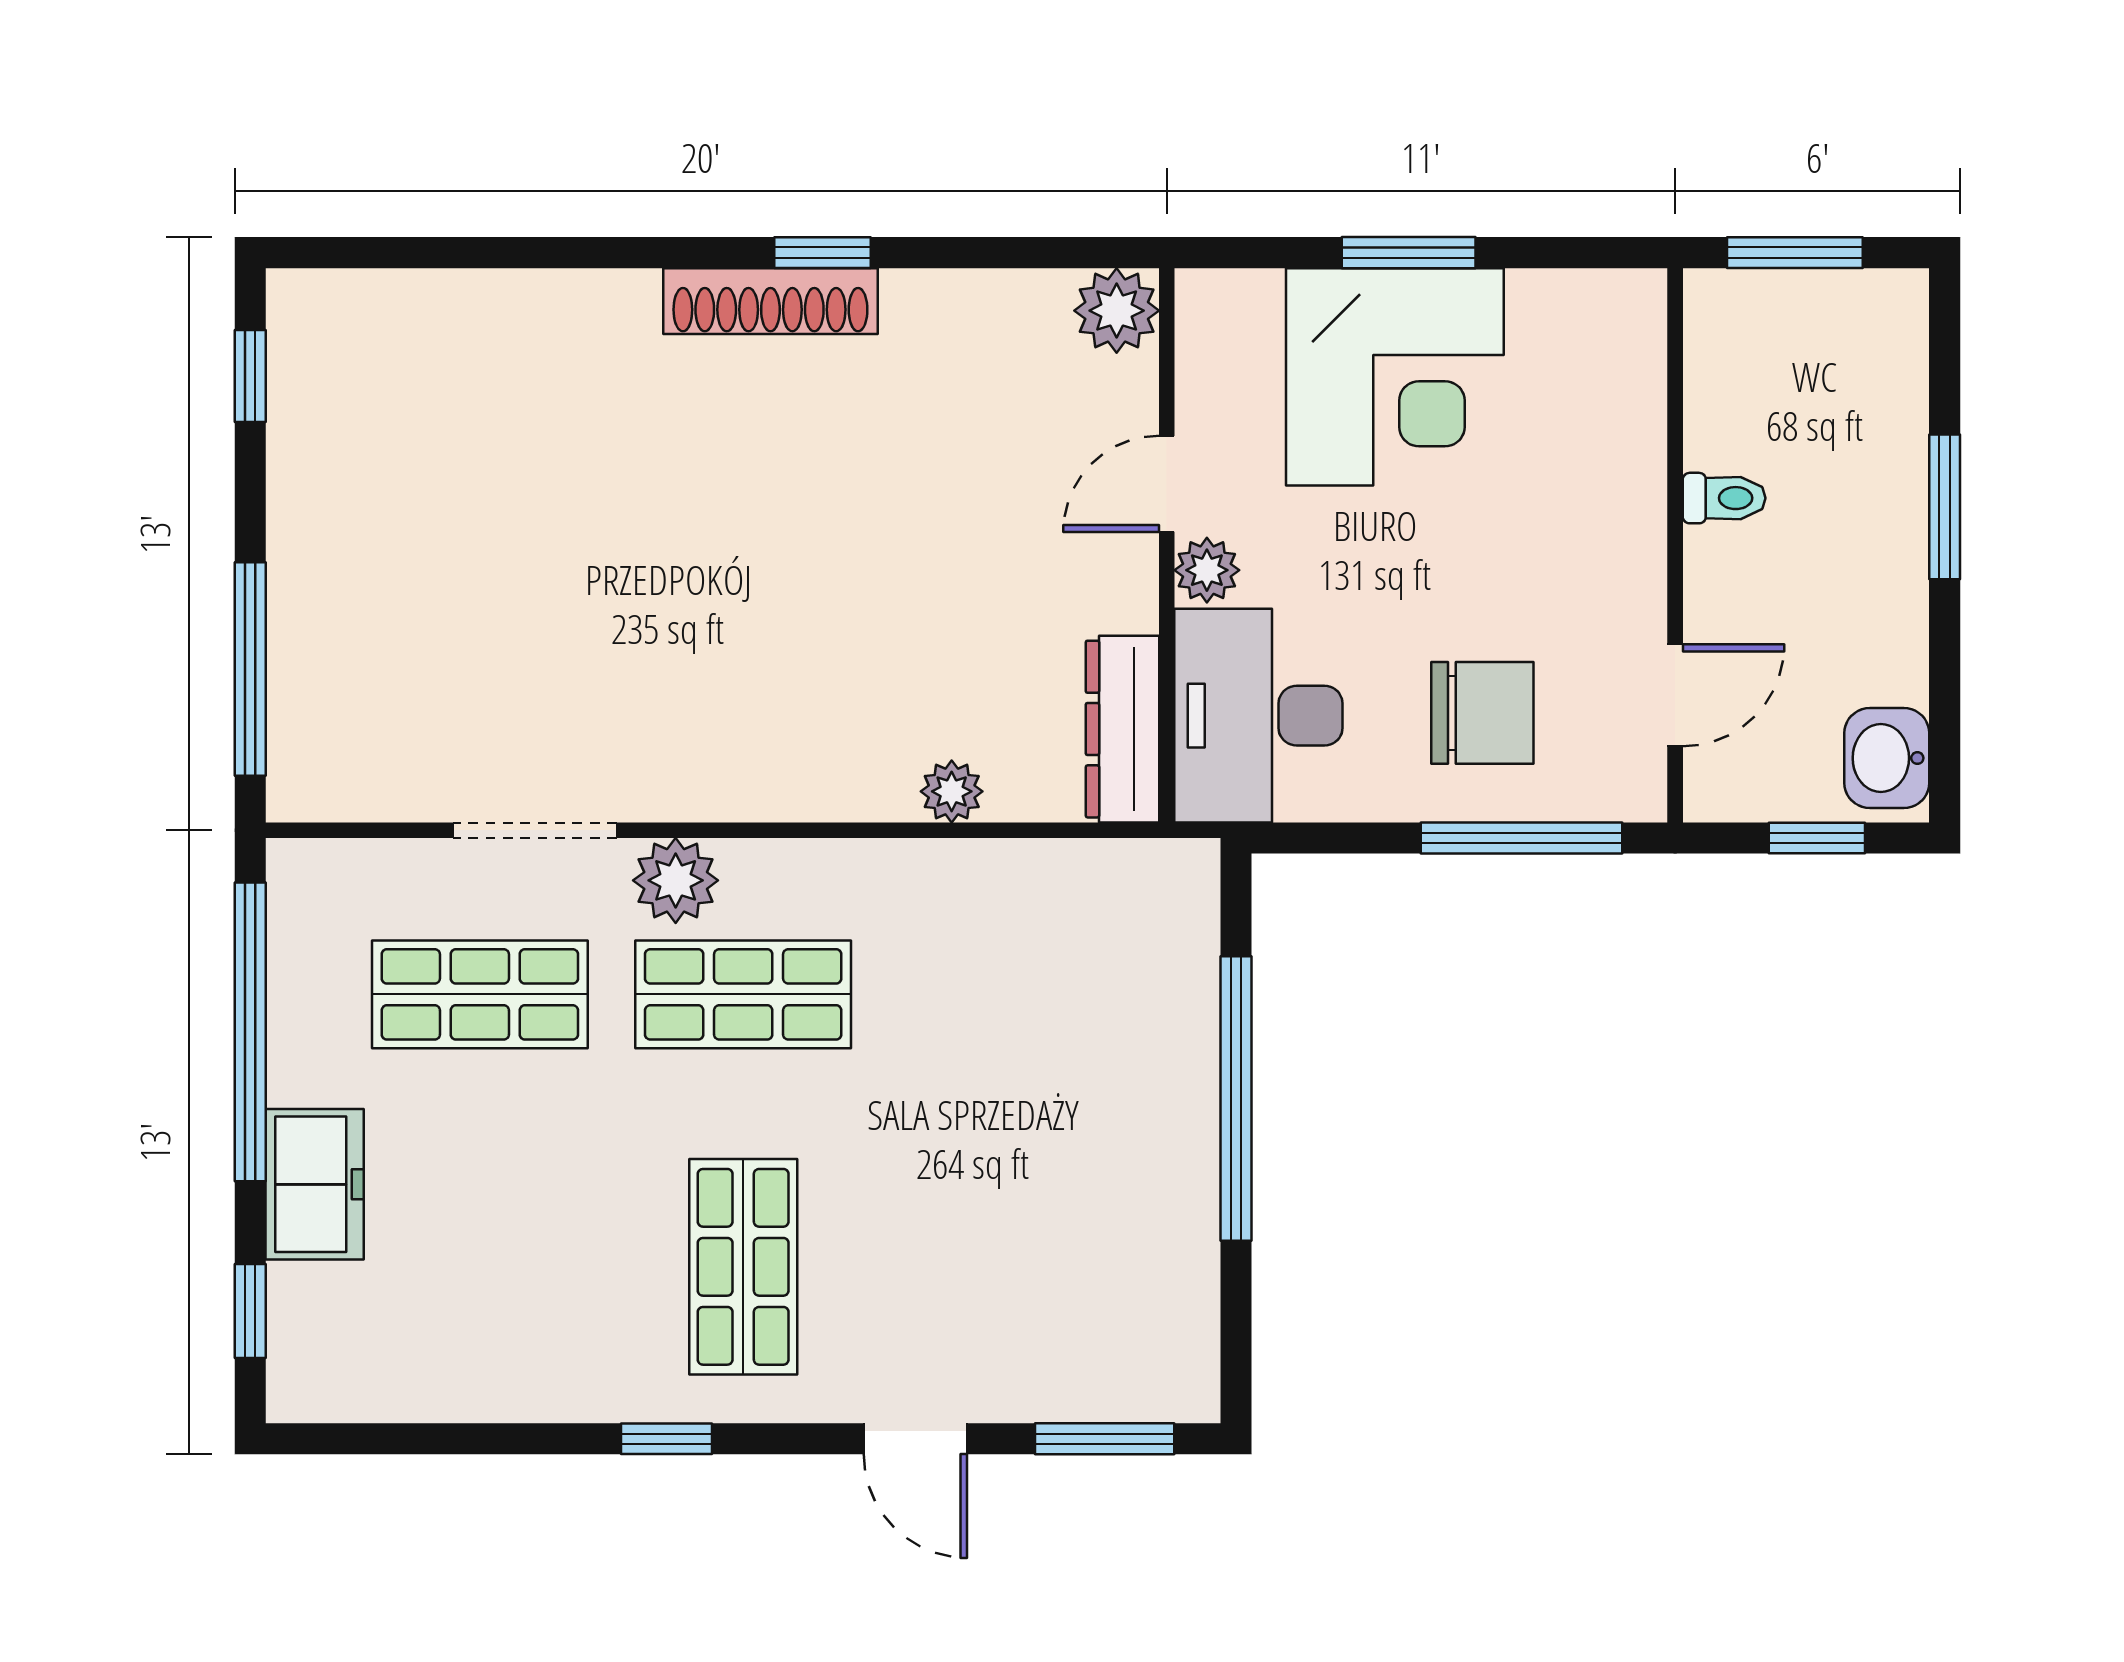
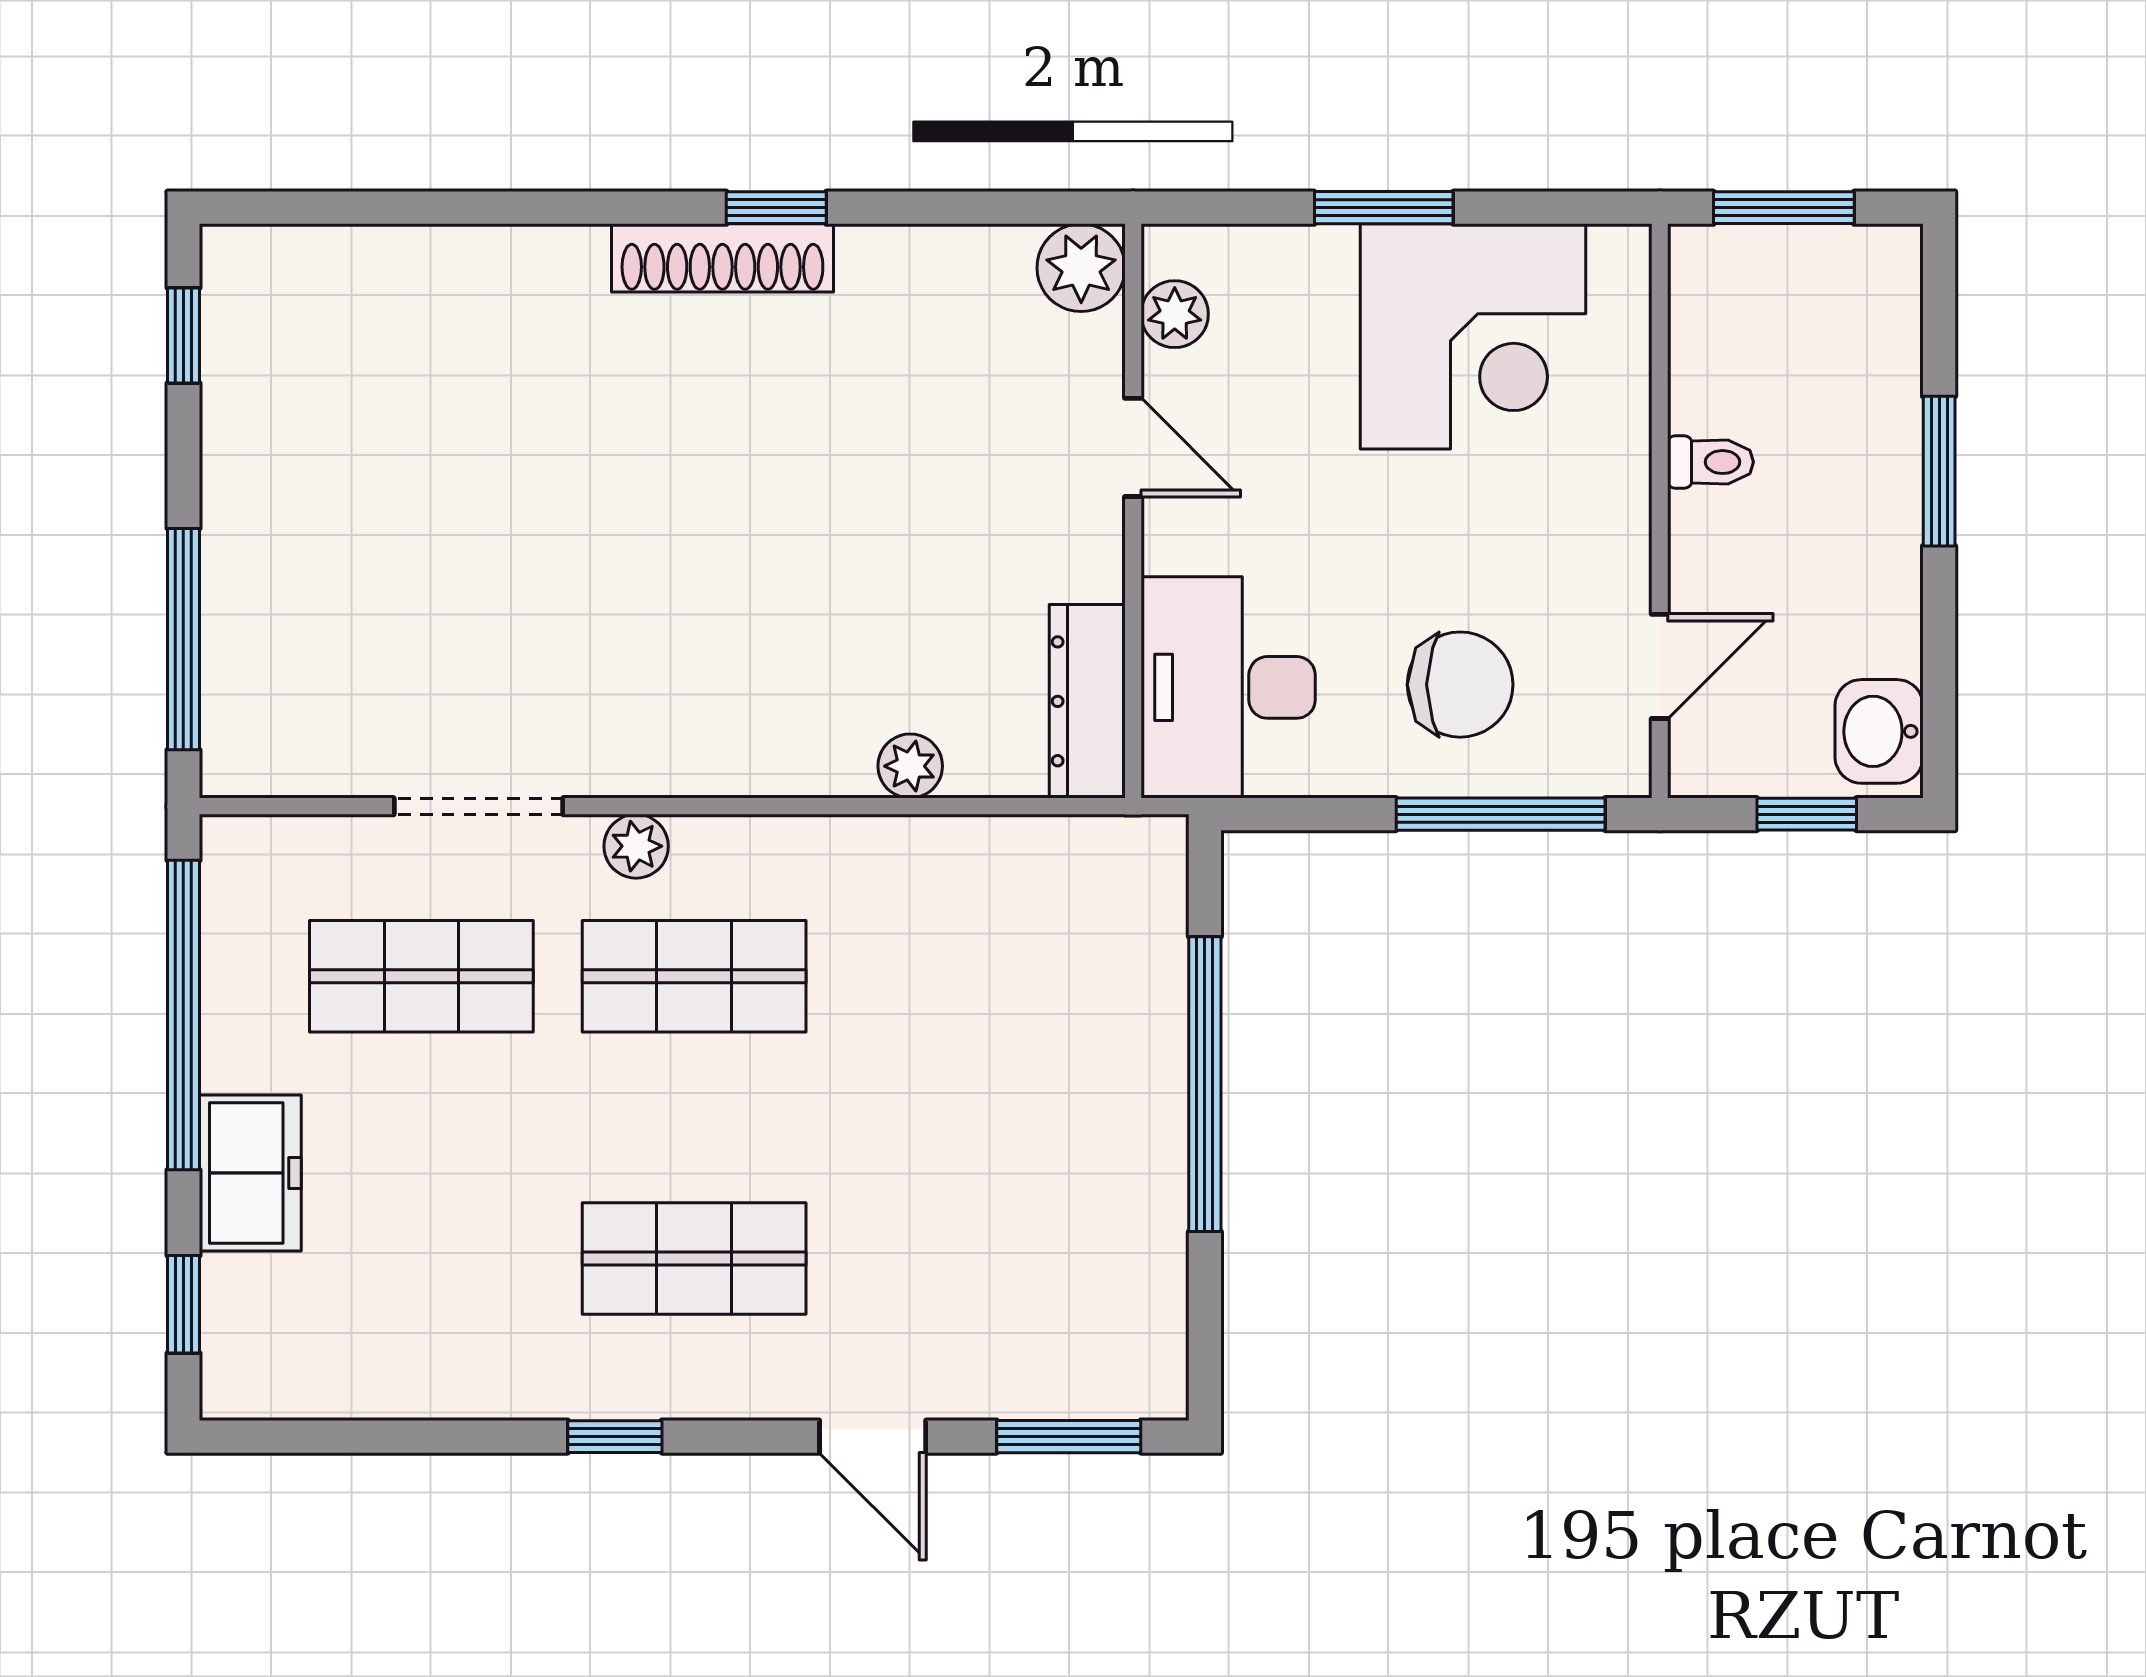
corner desk: (1395, 377) -> (1473, 336), moved
door: (1167, 484) -> (1133, 447), swing flipped
plant: (1207, 570) -> (1175, 314), moved
plant: (676, 880) -> (636, 846), width x0.73, depth x0.73
shop shelf: (743, 1267) -> (694, 1258), turned 90

